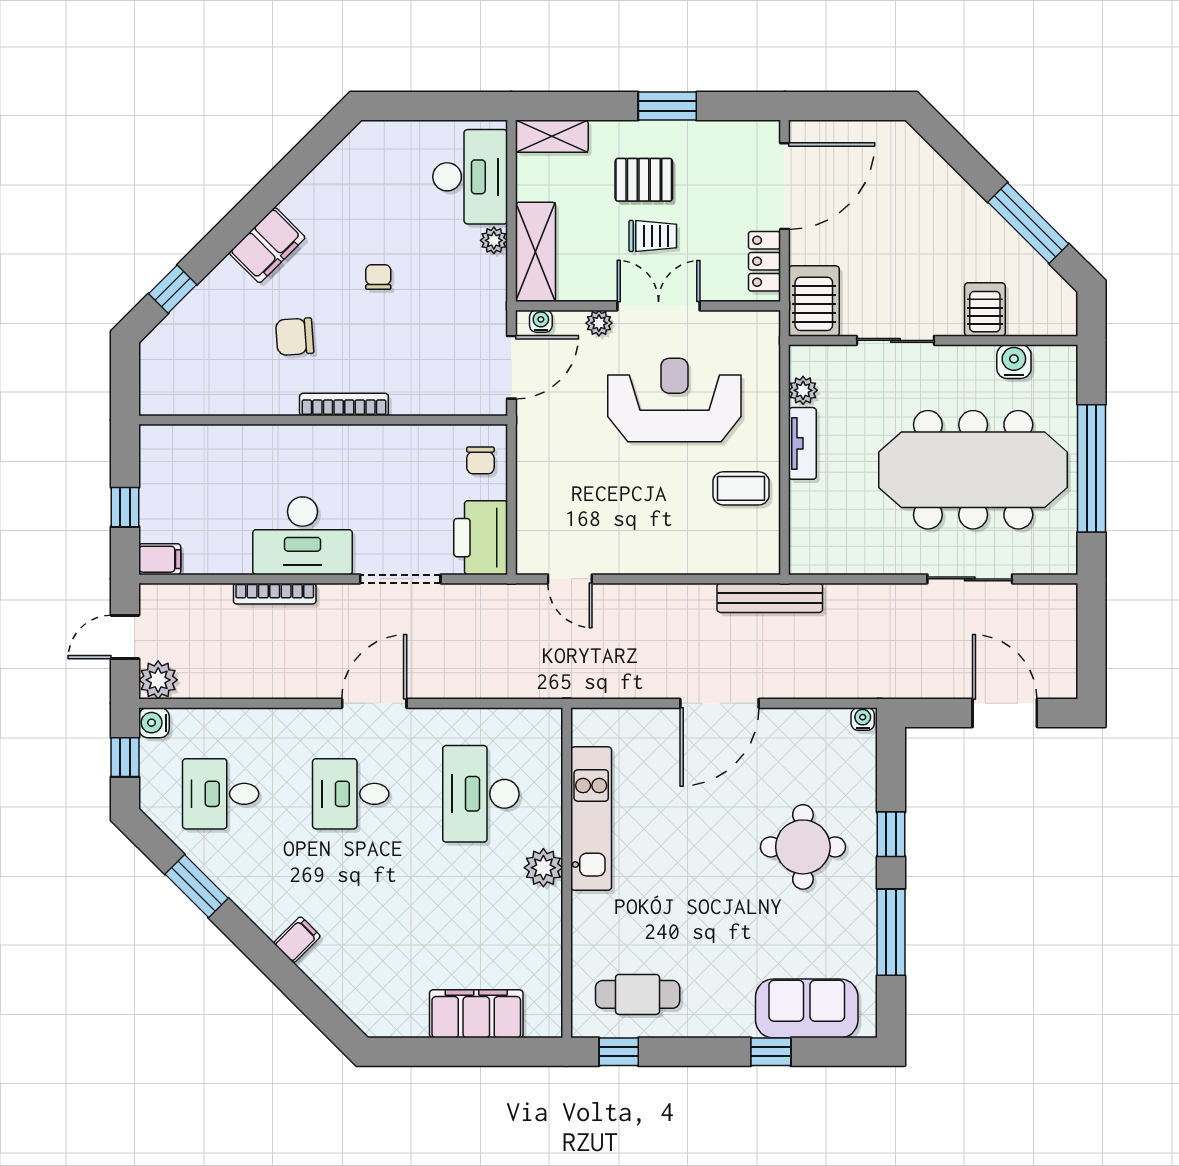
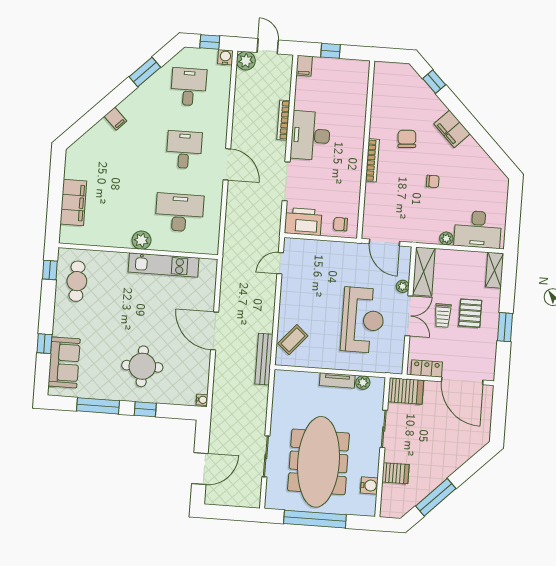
shelving: (536, 252) -> (424, 272), moved, turned 90
water cooler: (541, 321) -> (406, 258), removed
coffee table: (741, 488) -> (293, 340), moved, turned 41

